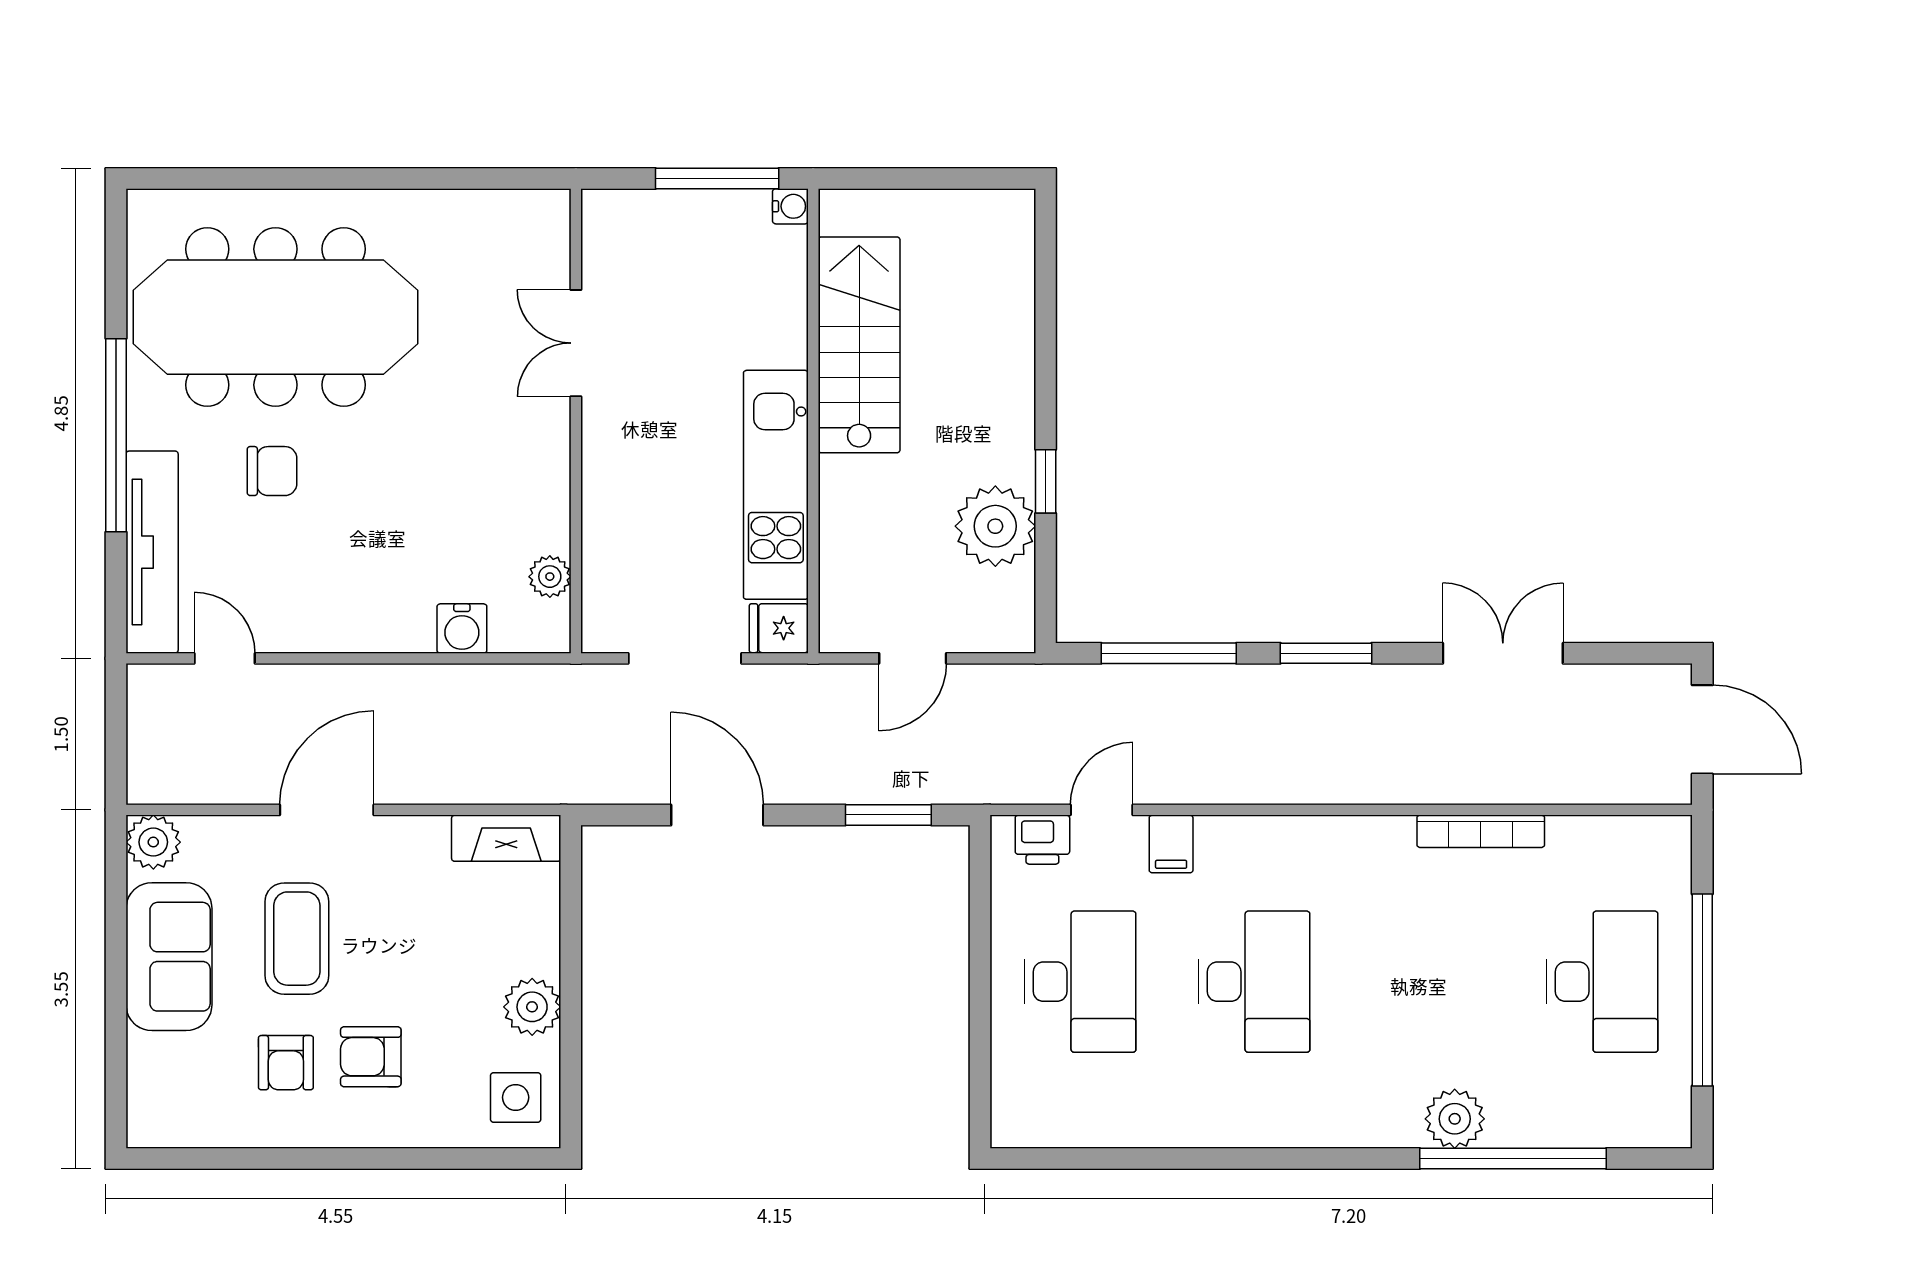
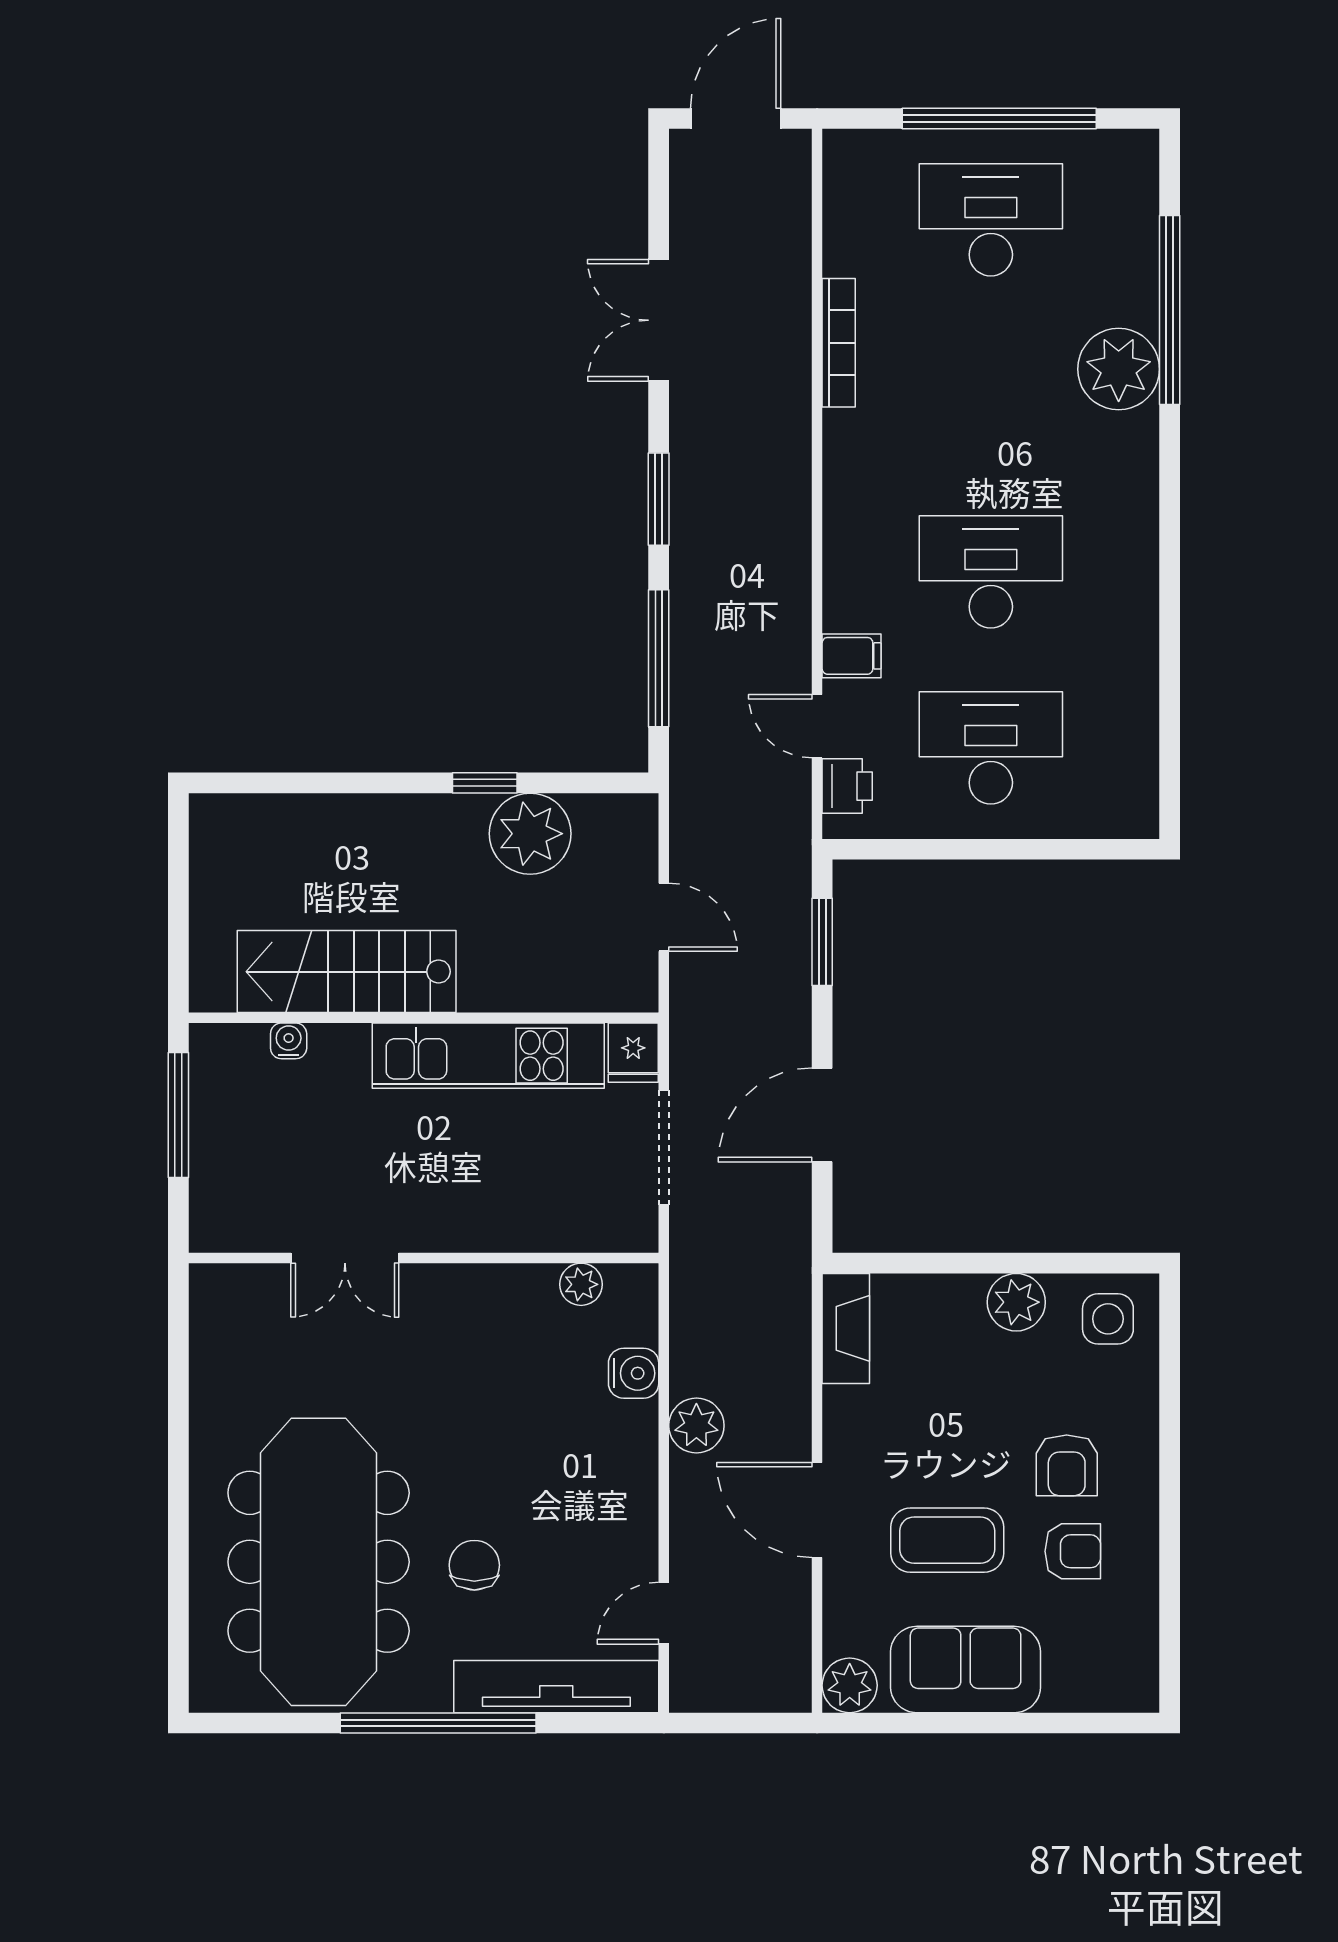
water cooler: (790, 206) -> (289, 1041), moved
plant: (410, 691) -> (696, 1426), added
plant: (1455, 1119) -> (1119, 369), width x1.36, depth x1.36

